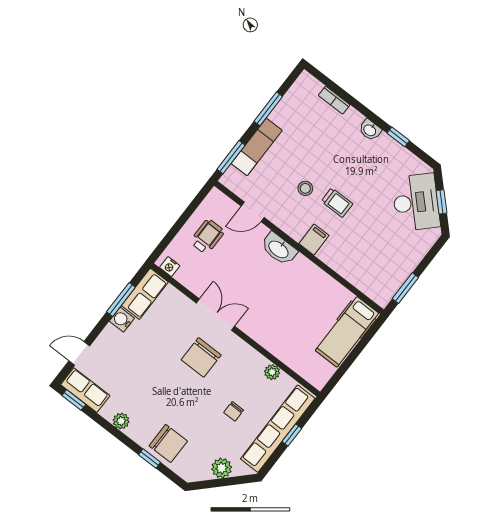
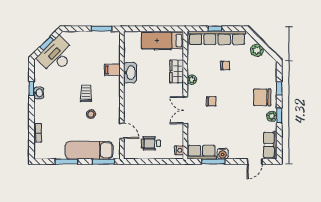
washbasin: (370, 130) -> (39, 93), moved
exam couch: (257, 147) -> (89, 150), width x1.36, depth x1.45
filing cabinet: (314, 240) -> (112, 70), moved
washbasin: (279, 249) -> (130, 73), moved
hospital bed: (347, 332) -> (163, 41), moved, turned 180
wardrobe: (274, 342) -> (177, 72), added
door: (79, 353) -> (255, 162), hinge flipped
chair: (201, 357) -> (211, 101), width x0.54, depth x0.54
plant: (272, 372) -> (192, 80), moved
window: (74, 400) -> (279, 115), moved
chair: (168, 443) -> (262, 97), moved, turned -90

